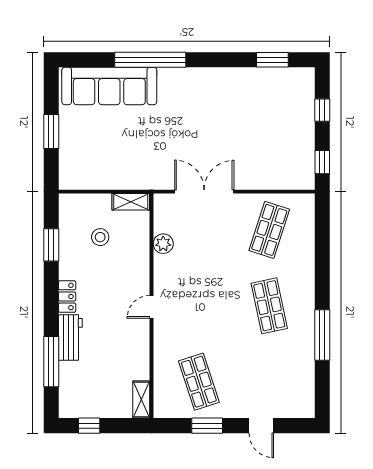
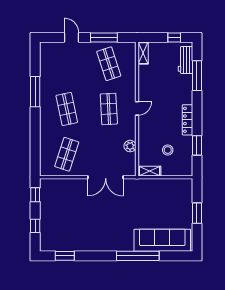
locker: (67, 296) -> (187, 120), width x1.53
shop shelf: (199, 306) -> (109, 109), added
workbench: (70, 337) -> (185, 60), moved
window: (207, 426) -> (104, 37), width x1.44

